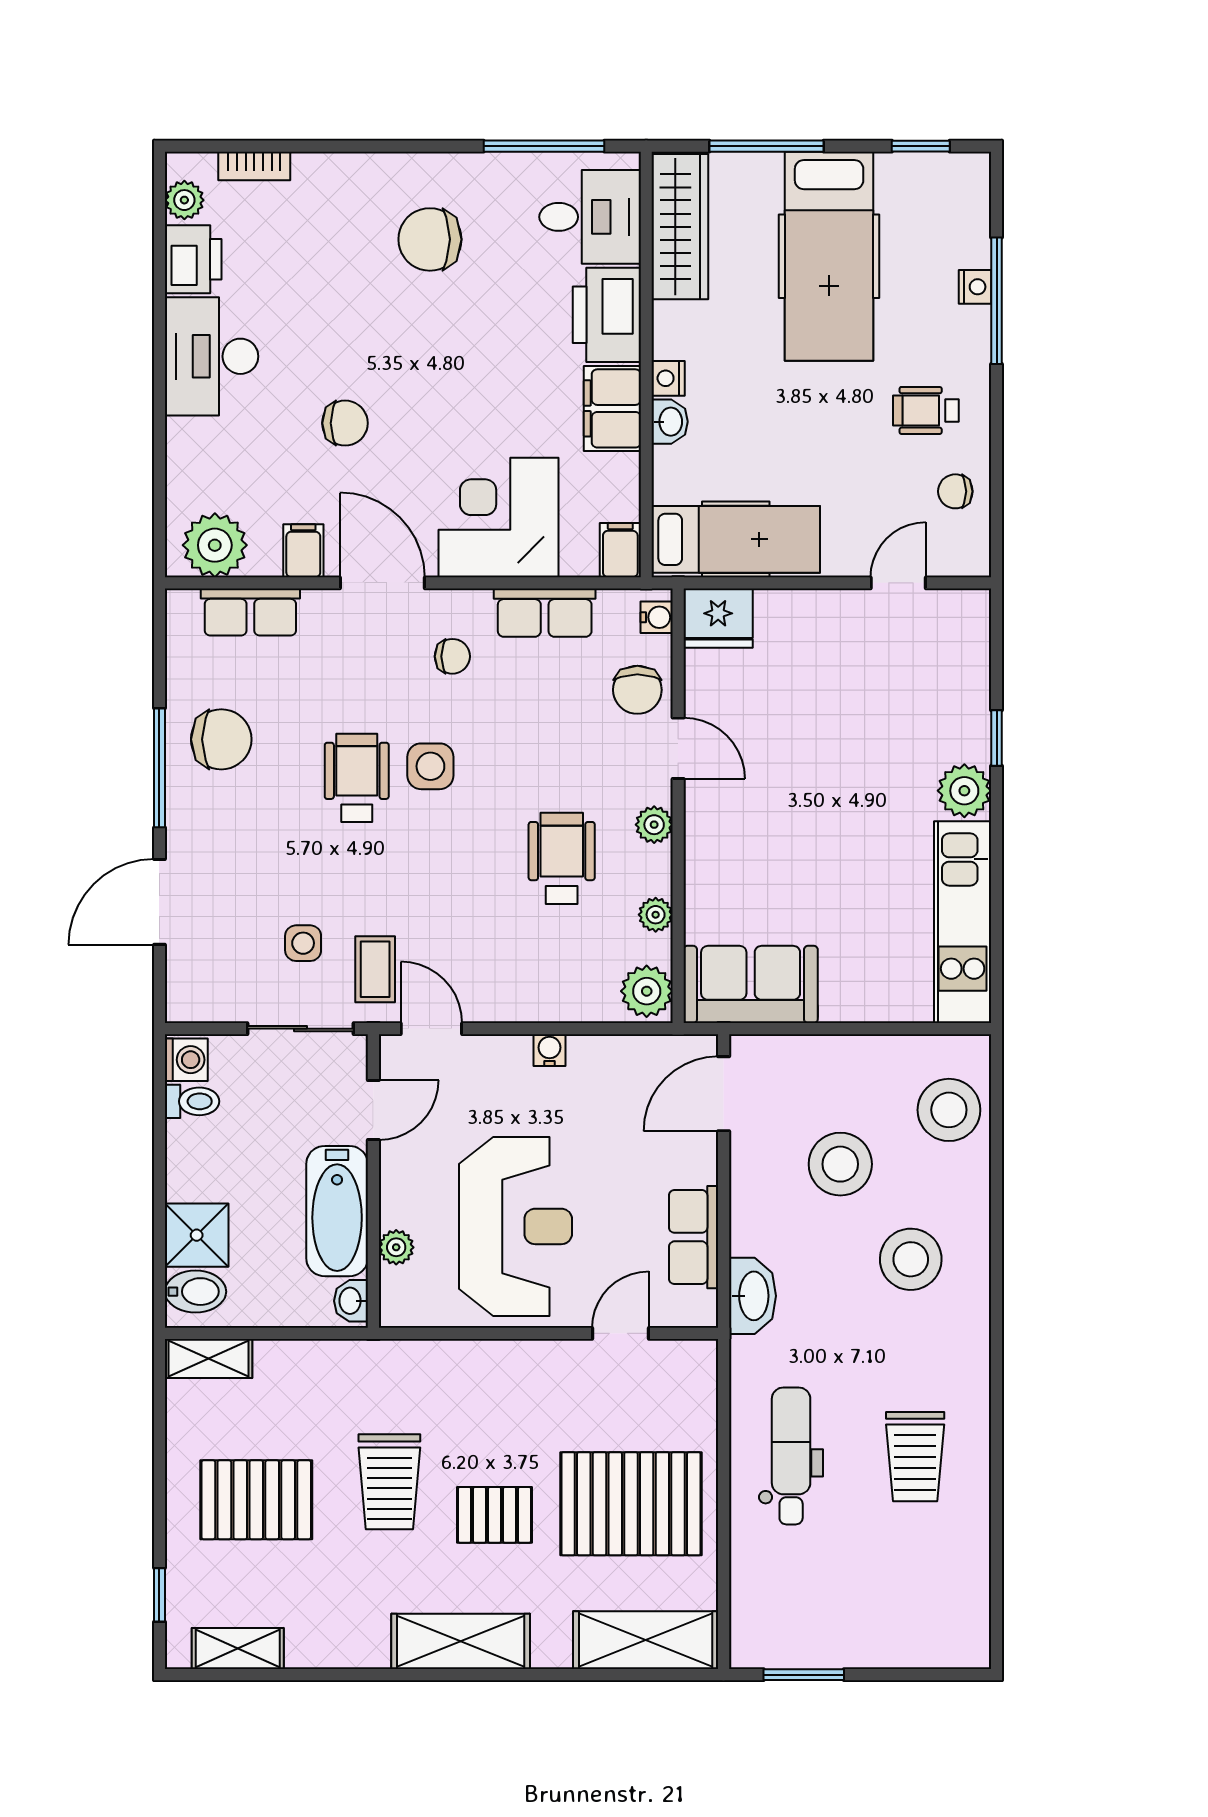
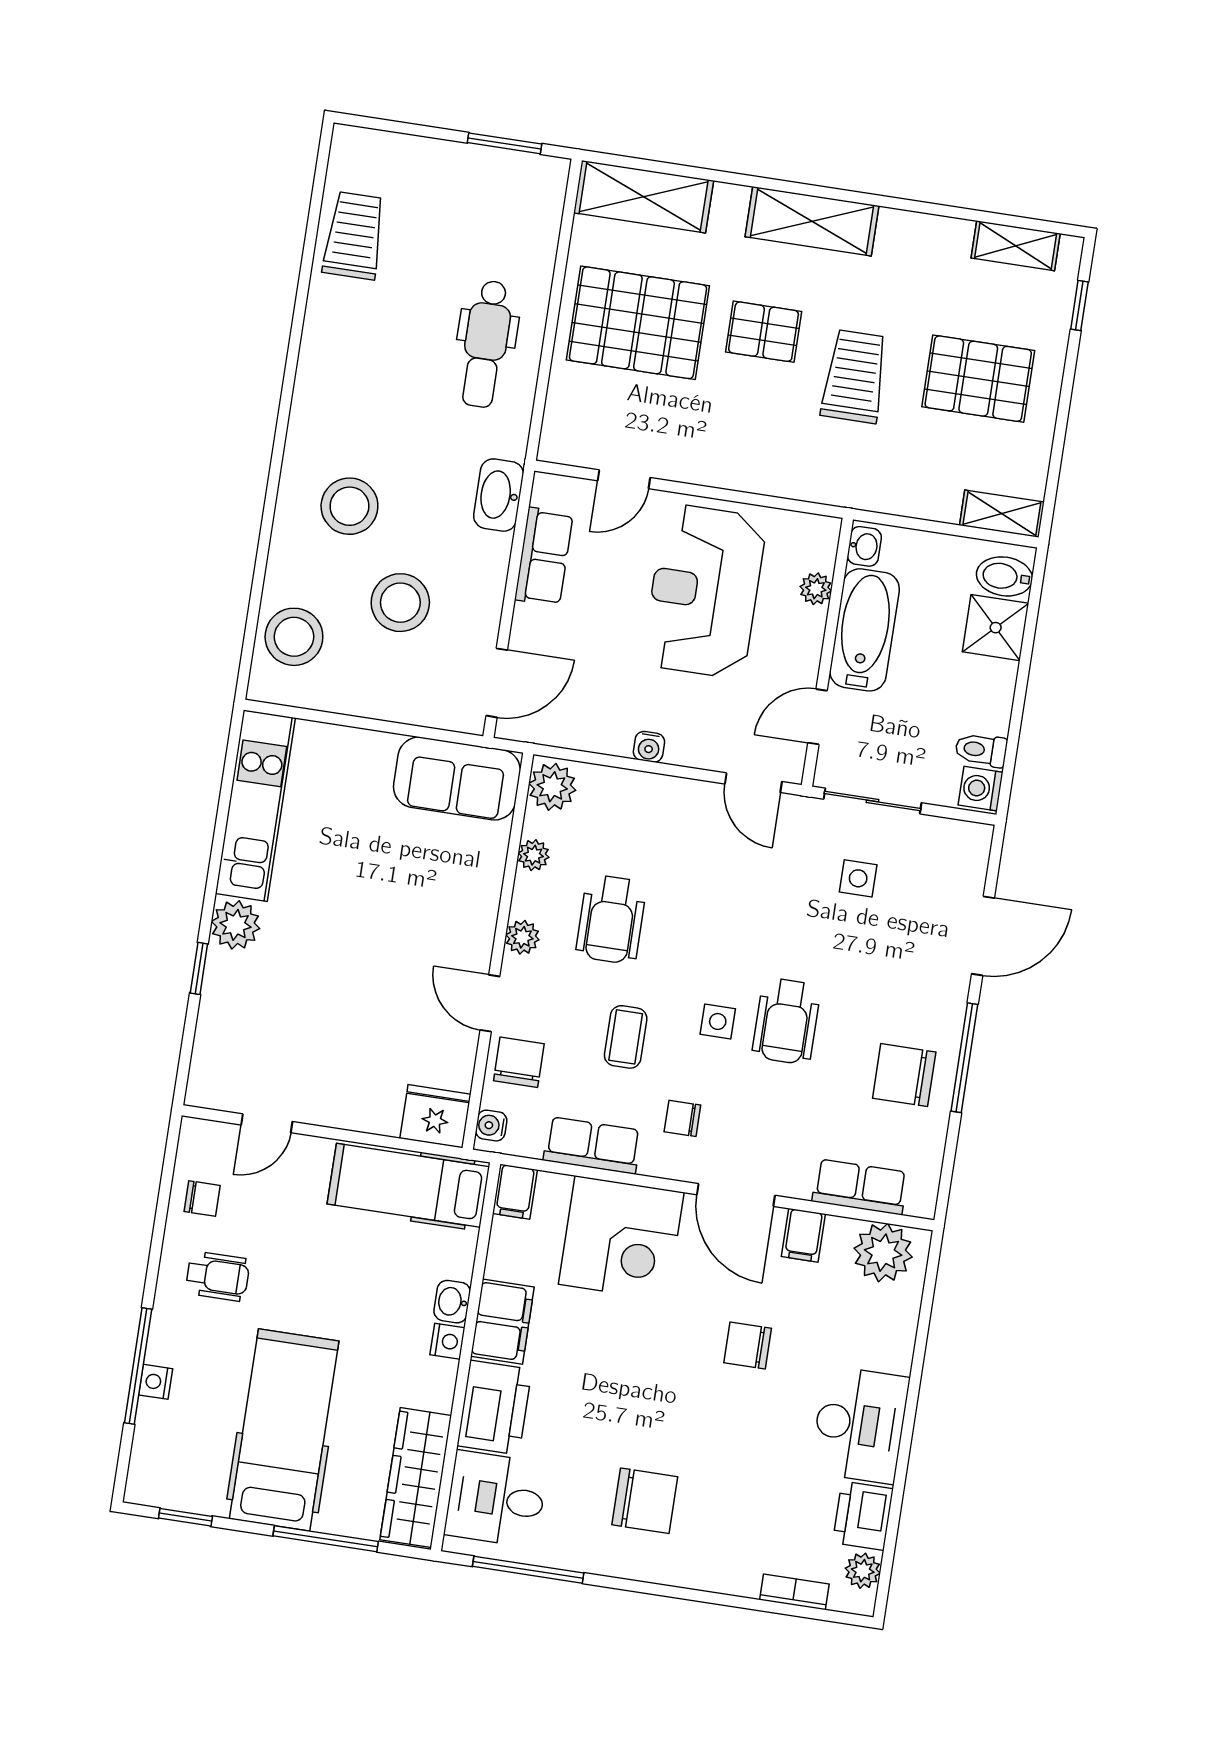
side table: (430, 766) -> (718, 1021), width x0.73, depth x0.73
coffee table: (375, 969) -> (626, 1037), moved
trolley: (915, 1457) -> (354, 236), moved

